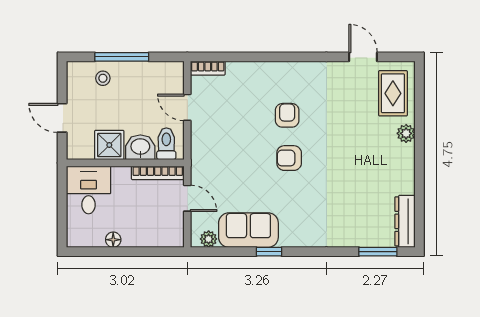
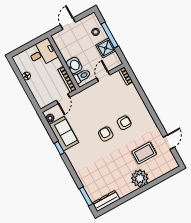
rug: (393, 93) -> (144, 153), moved
plant: (406, 133) -> (140, 178), width x1.87, depth x1.87
shower: (109, 145) -> (106, 48), moved

